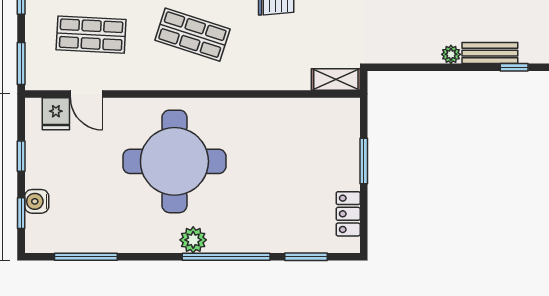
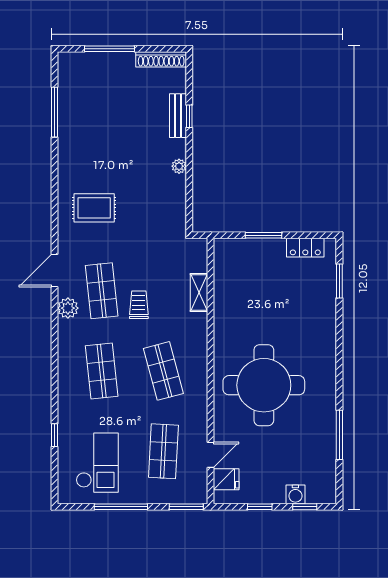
shop shelf: (192, 35) -> (163, 371), turned -33
bench: (490, 53) -> (178, 116), moved
shelving: (336, 79) -> (199, 292), moved
plant: (193, 240) -> (326, 370), removed
window: (86, 257) -> (339, 435), moved
window: (226, 257) -> (339, 344), removed

